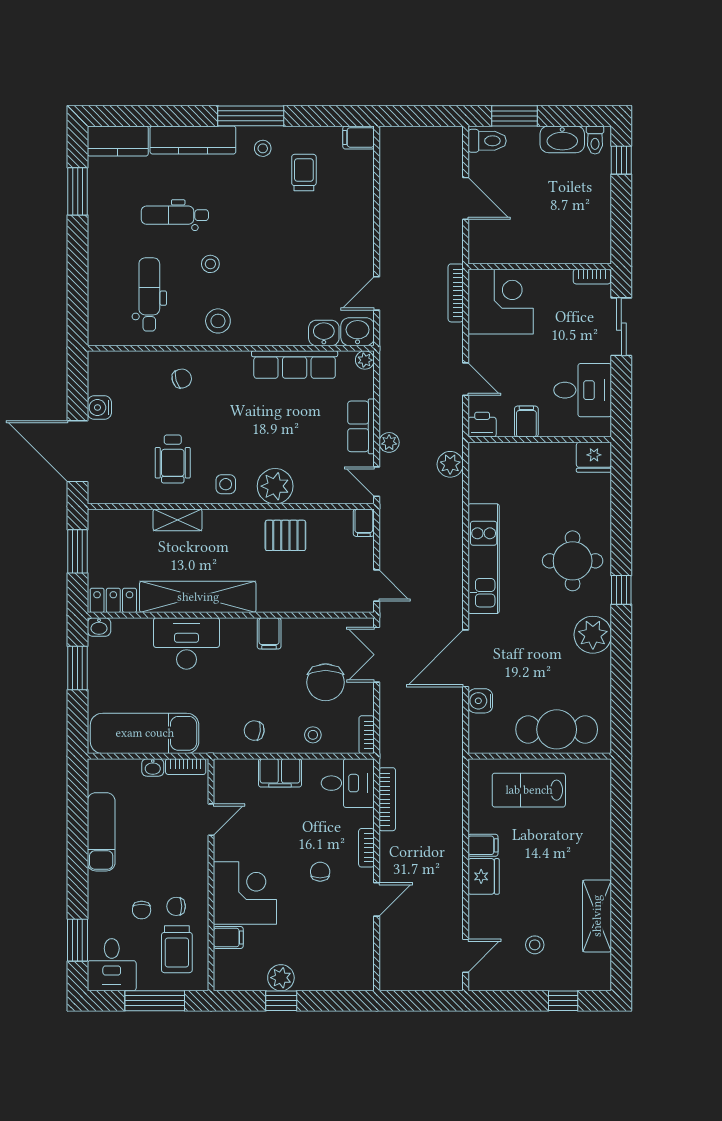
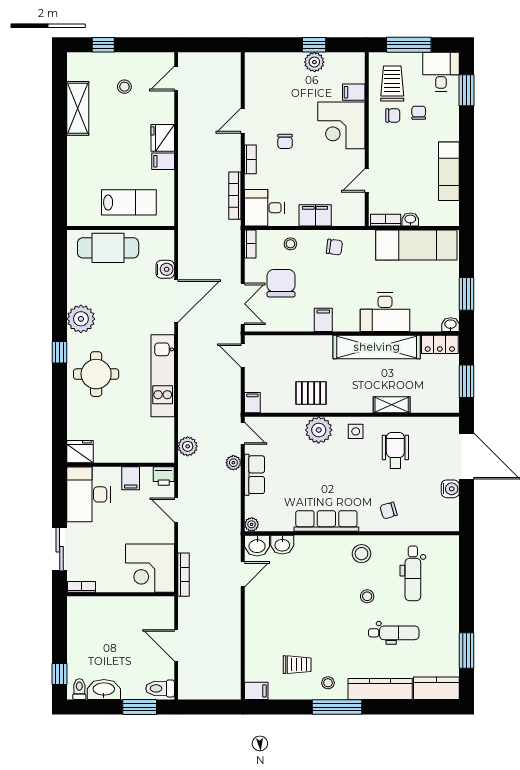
trolley: (304, 173) -> (297, 665), turned -90
row of seats: (295, 365) -> (326, 521), moved
desk: (583, 390) -> (89, 494), width x1.37

